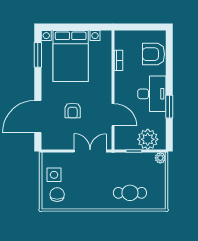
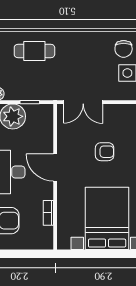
armchair: (73, 110) -> (105, 152), turned 90
door: (113, 115) -> (55, 168), moved

